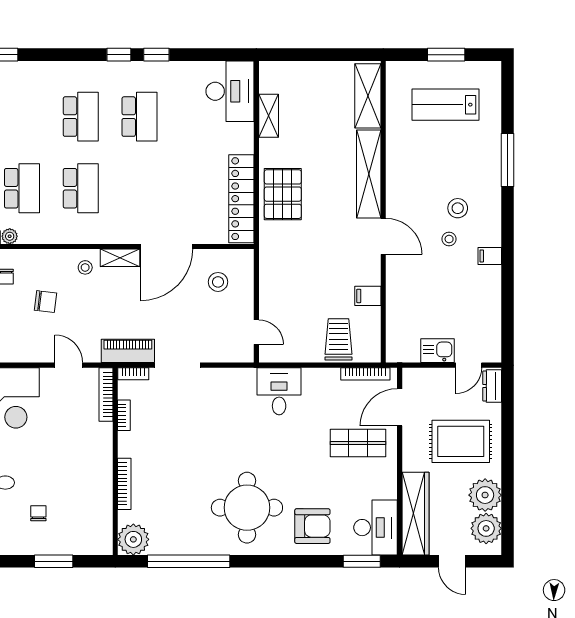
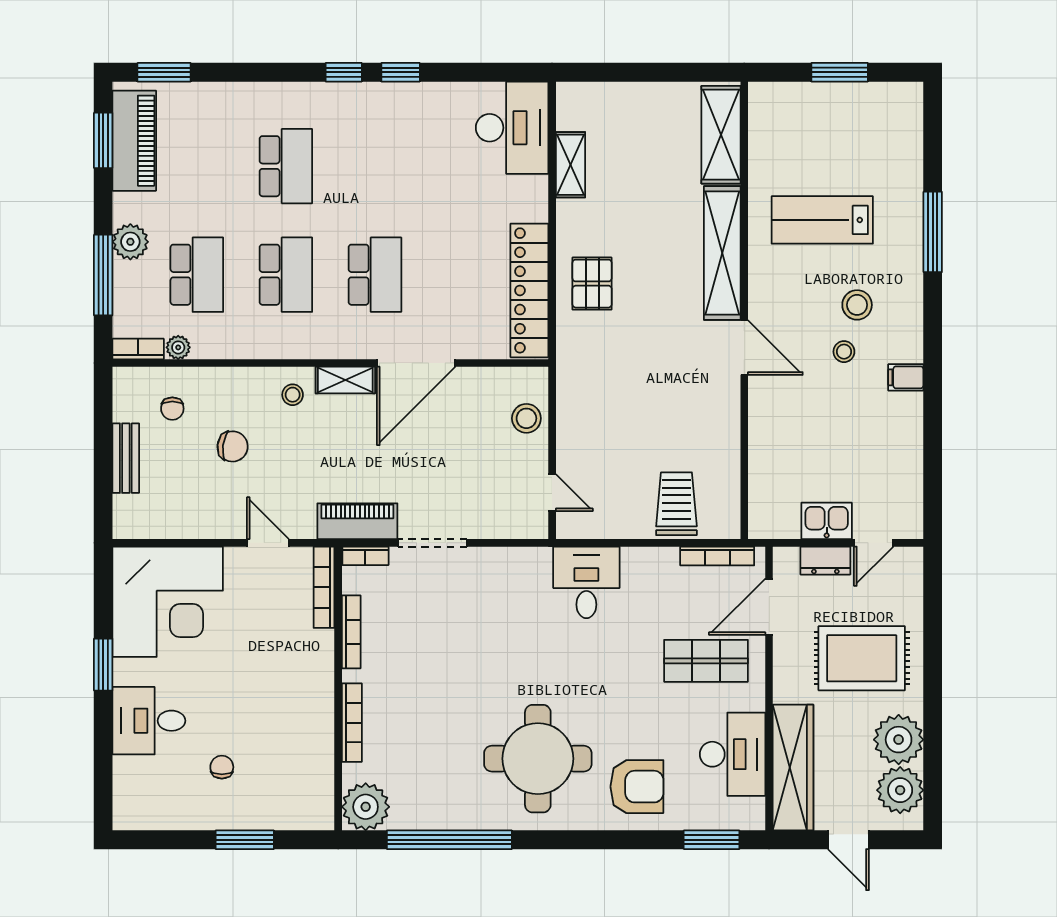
lab bench: (446, 105) -> (822, 220), moved
school desk: (139, 117) -> (375, 275), moved
pallet: (283, 194) -> (592, 284), width x0.67, depth x0.71
stool: (218, 282) -> (526, 418), moved
filing cabinet: (368, 296) -> (721, 438), removed
dresser: (492, 386) -> (825, 561), moved, turned -90
bookcase: (124, 415) -> (351, 632), width x1.56
desk: (376, 528) -> (733, 754), moved

